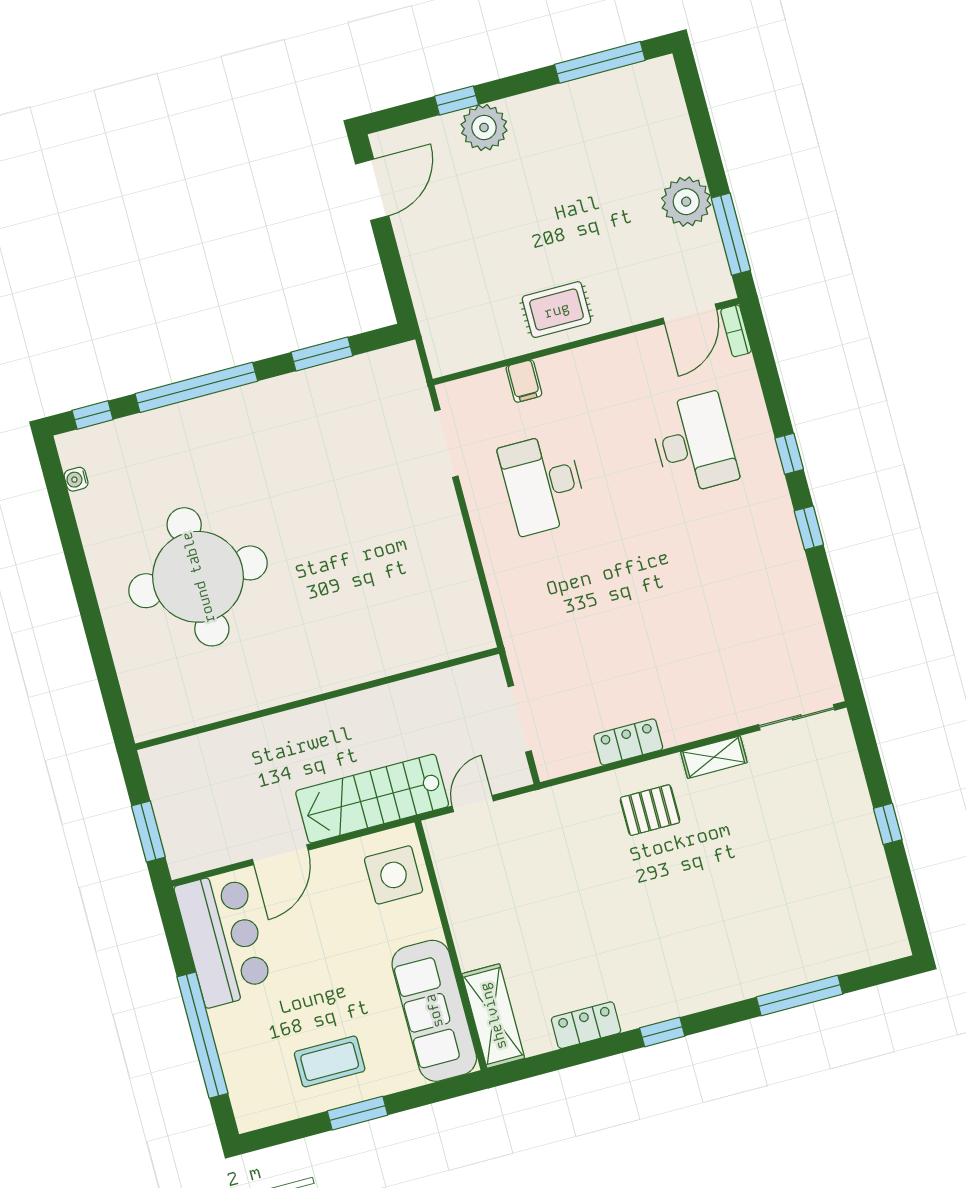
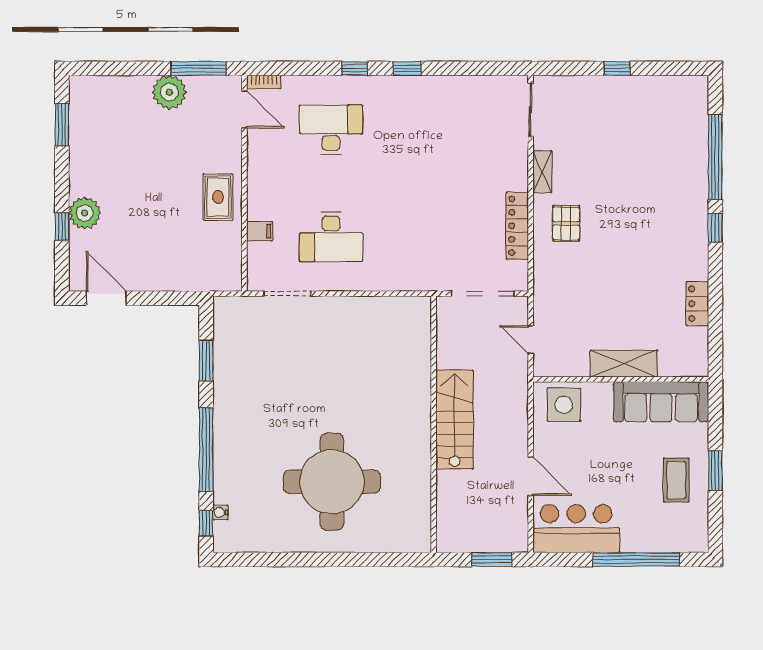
window: (600, 62) -> (62, 125), width x0.69
water cooler: (76, 479) -> (220, 512), moved, turned 90
doorway: (520, 719) -> (483, 294), width x1.36
locker: (628, 742) -> (517, 226), width x1.53
stairs: (372, 799) -> (455, 420), moved, turned 180
window: (800, 995) -> (715, 157), width x1.46
shelving: (493, 1016) -> (624, 364), moved
window: (662, 1032) -> (715, 228), moved

